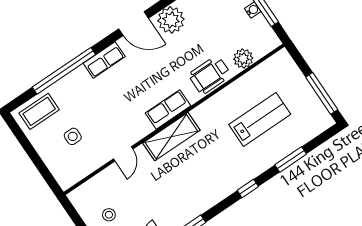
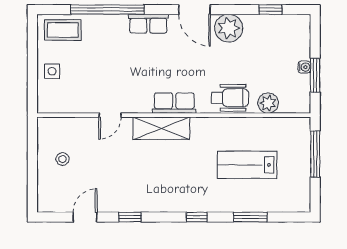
wheelchair: (210, 75) -> (230, 98), turned 180
window: (322, 93) -> (315, 154), moved
lab bench: (260, 119) -> (247, 165), turned 180
side table: (73, 136) -> (52, 71), moved

